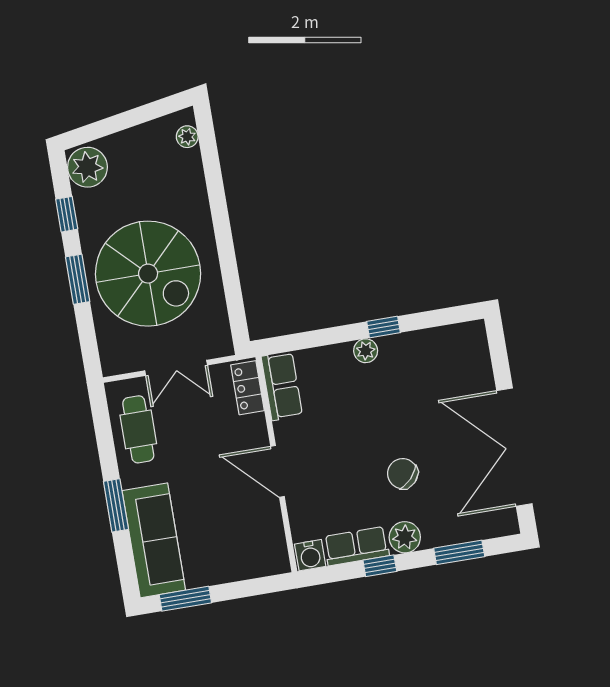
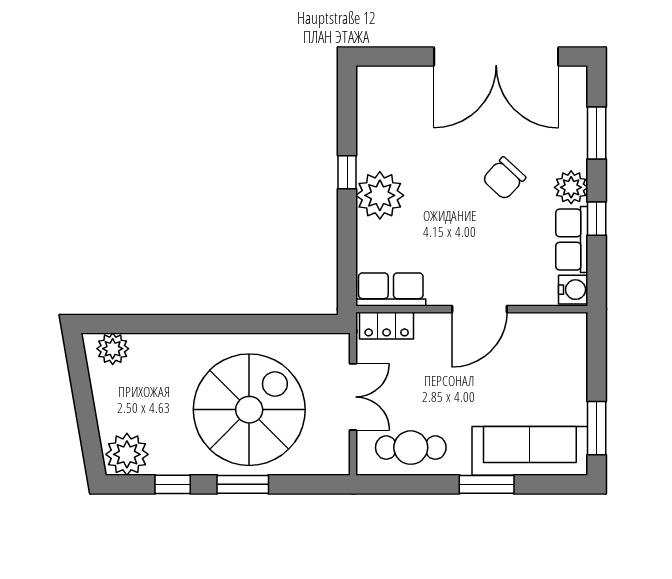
plant: (187, 137) -> (113, 349), width x1.38, depth x1.38
plant: (366, 351) -> (380, 195), width x1.88, depth x1.88

